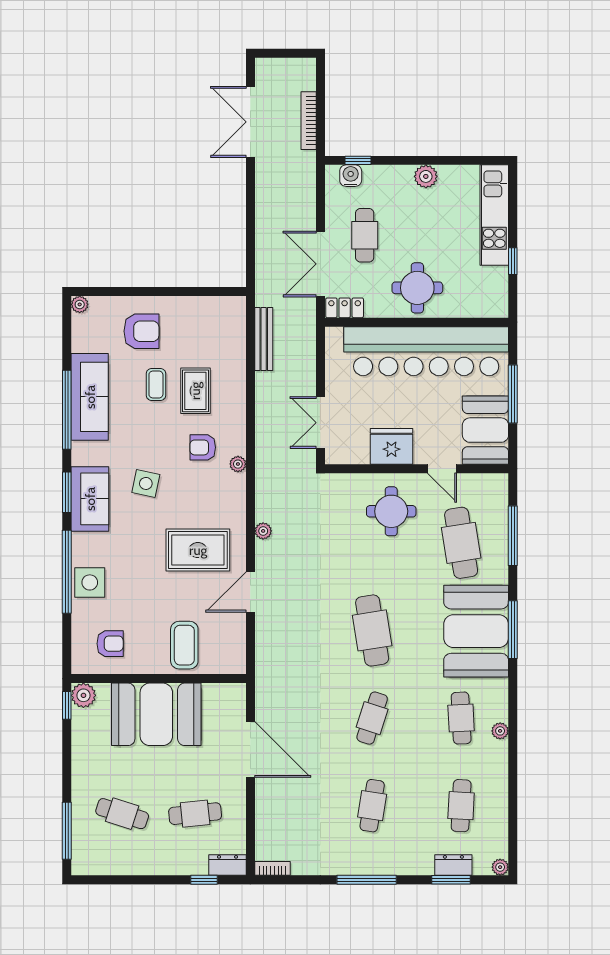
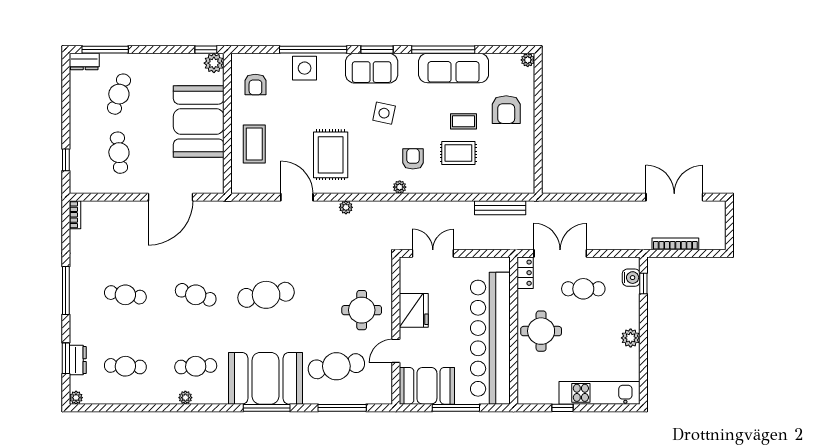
coffee table: (184, 645) -> (254, 144), turned 90
dresser: (228, 865) -> (84, 61), moved, turned 90

